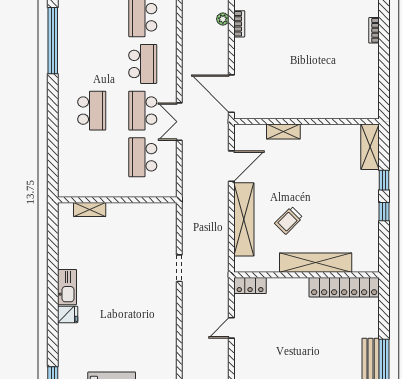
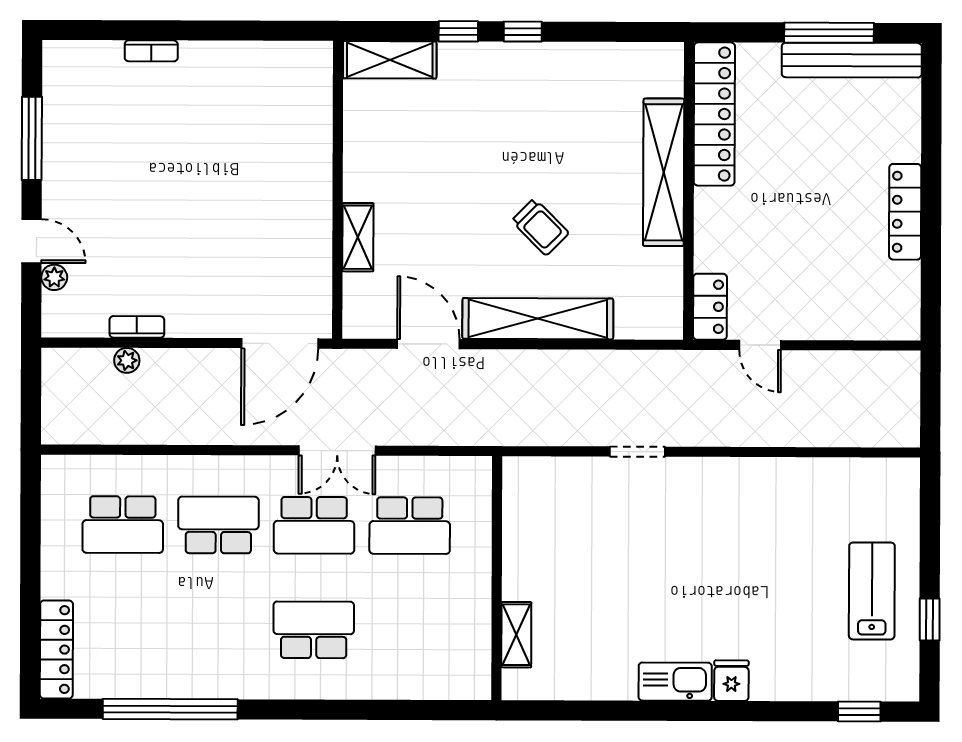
shelving: (316, 263) -> (664, 172), moved
wall: (306, 275) -> (689, 191), moved
locker: (250, 285) -> (710, 307), moved
locker: (344, 287) -> (714, 114), moved

